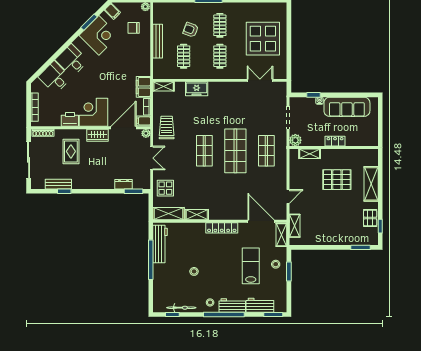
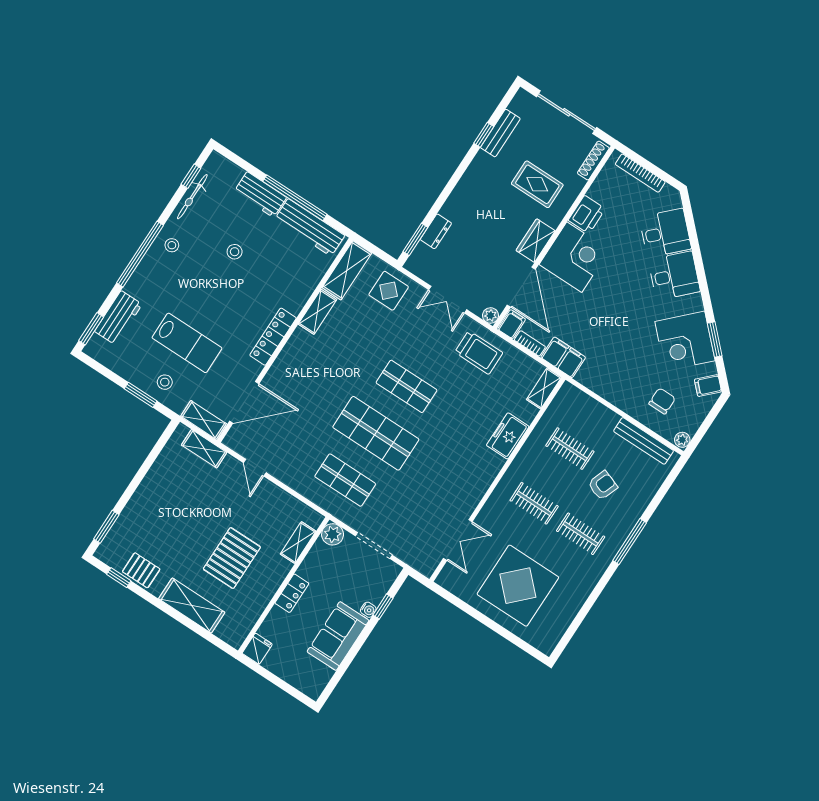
bench: (158, 41) -> (644, 441), moved
sofa: (347, 107) -> (338, 636), width x0.73
fridge: (371, 140) -> (257, 649), added
workbench: (232, 306) -> (260, 195), moved, turned 90

